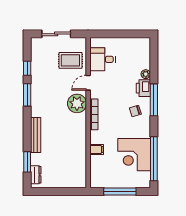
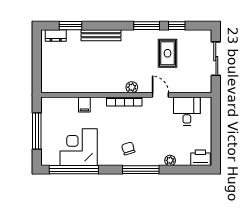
rug: (70, 60) -> (168, 53), moved
printer: (143, 88) -> (200, 158), moved
plant: (77, 103) -> (132, 87), width x0.53, depth x0.53

